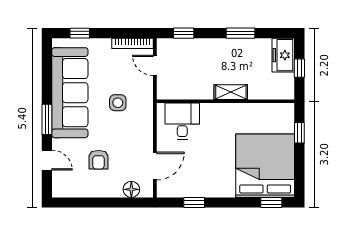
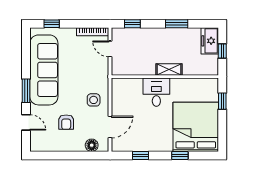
side table: (118, 103) -> (94, 100), moved
desk: (182, 121) -> (156, 92), moved
window: (271, 203) -> (180, 155), moved

